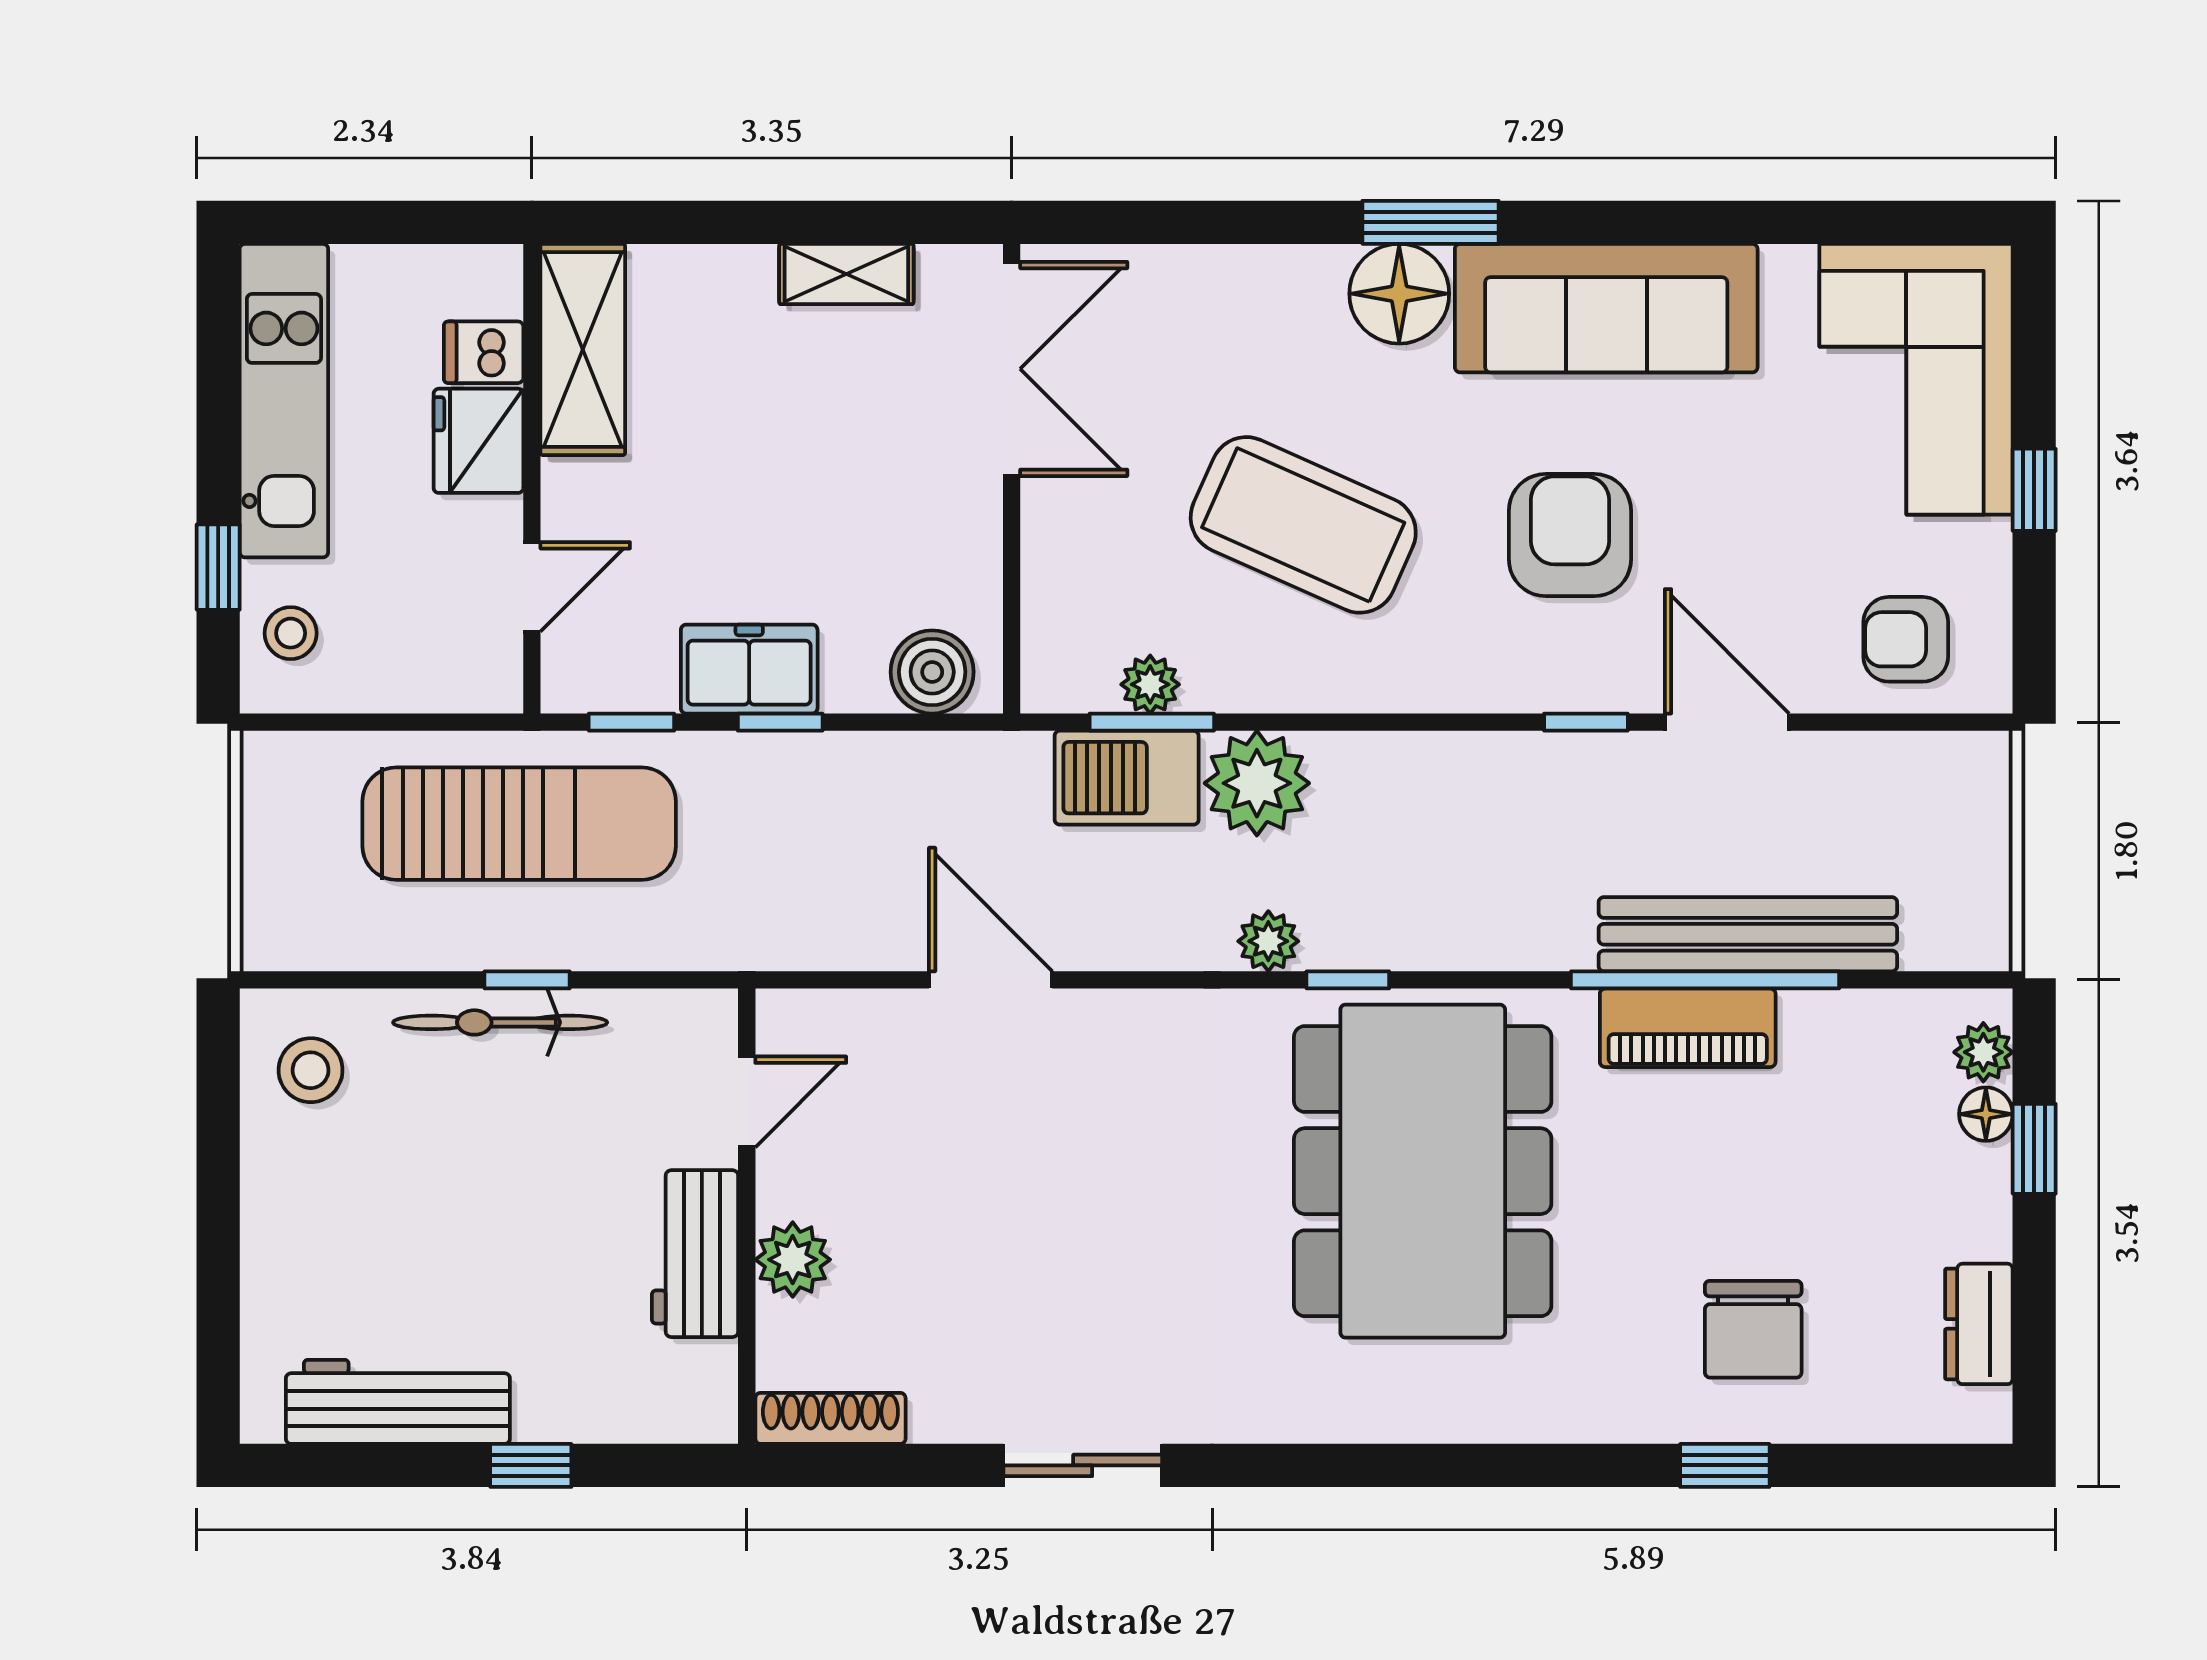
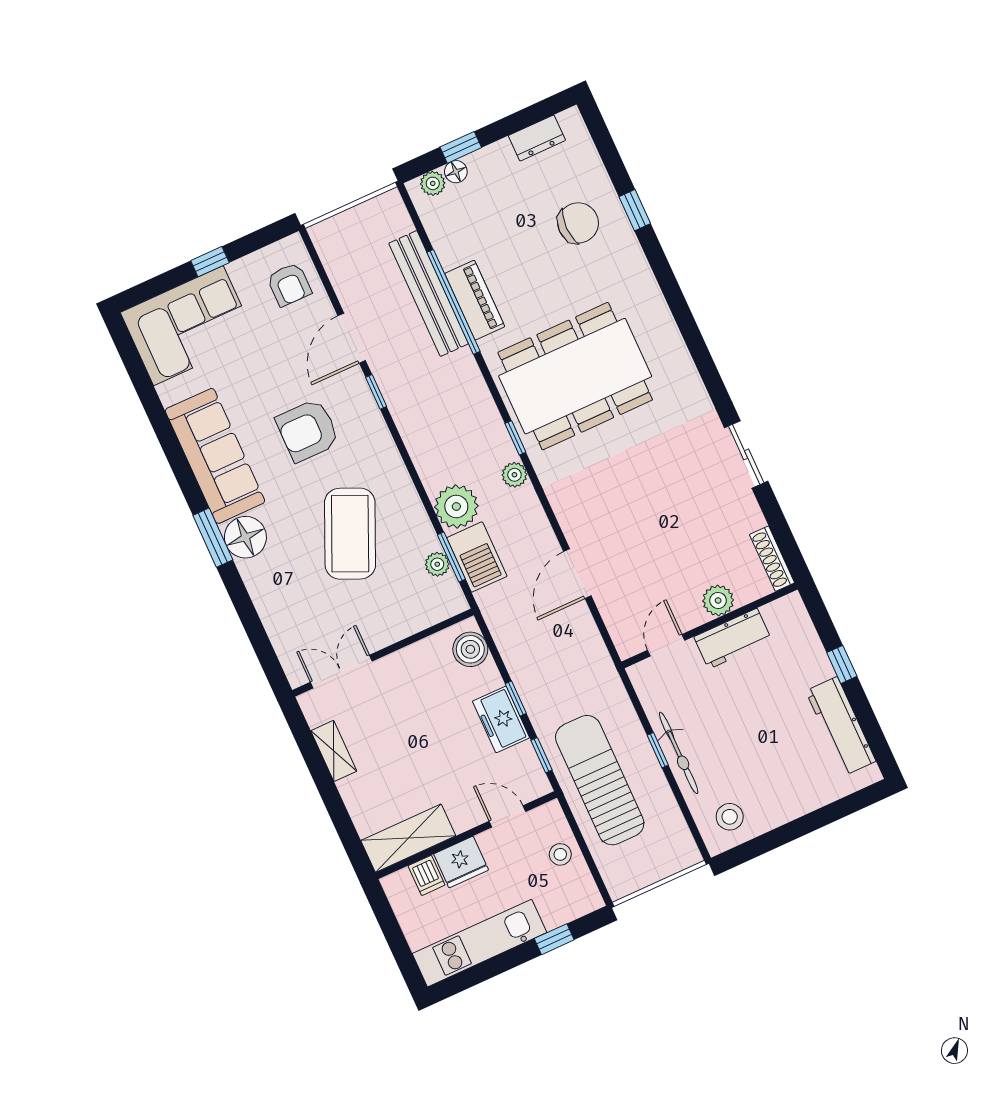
double door: (1012, 369) -> (341, 672), width x0.73
stool: (291, 633) -> (560, 854), moved
door: (747, 1102) -> (666, 645), hinge flipped

